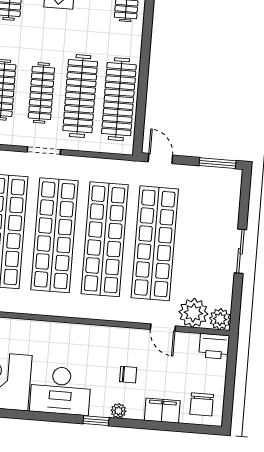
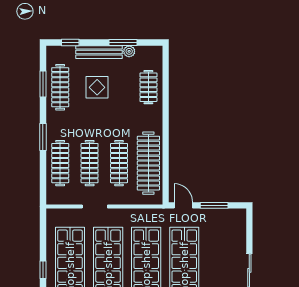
clothes rail: (80, 96) -> (119, 163), width x0.73, depth x0.76
window: (218, 163) -> (214, 205), moved

